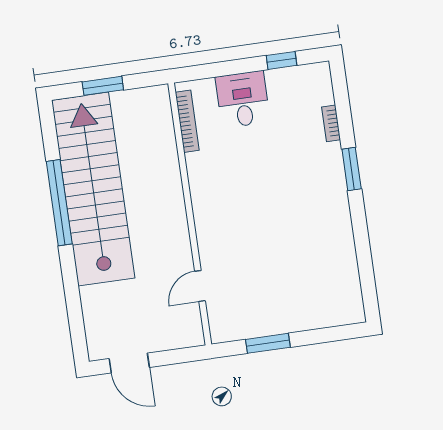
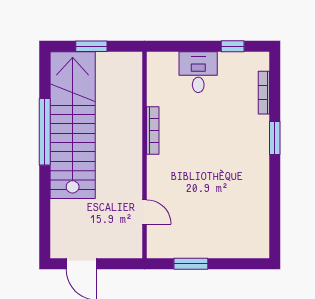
bookcase: (187, 121) -> (153, 131), moved
bookcase: (331, 123) -> (264, 93), width x1.56
door: (200, 286) -> (145, 212), swing flipped

